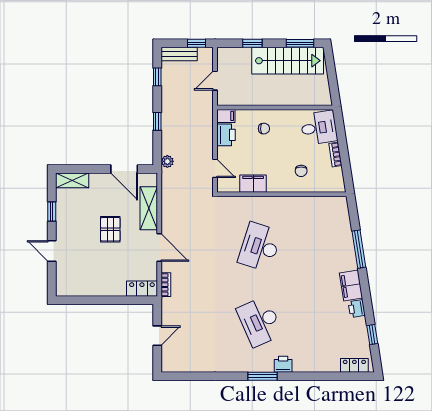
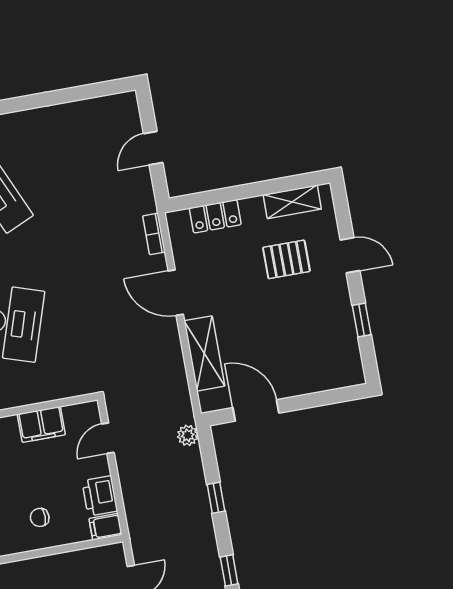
door: (215, 168) -> (108, 438), hinge flipped
shelving: (72, 180) -> (292, 202), moved
pallet: (110, 229) -> (286, 259), moved, turned 90
locker: (142, 289) -> (215, 216), moved

